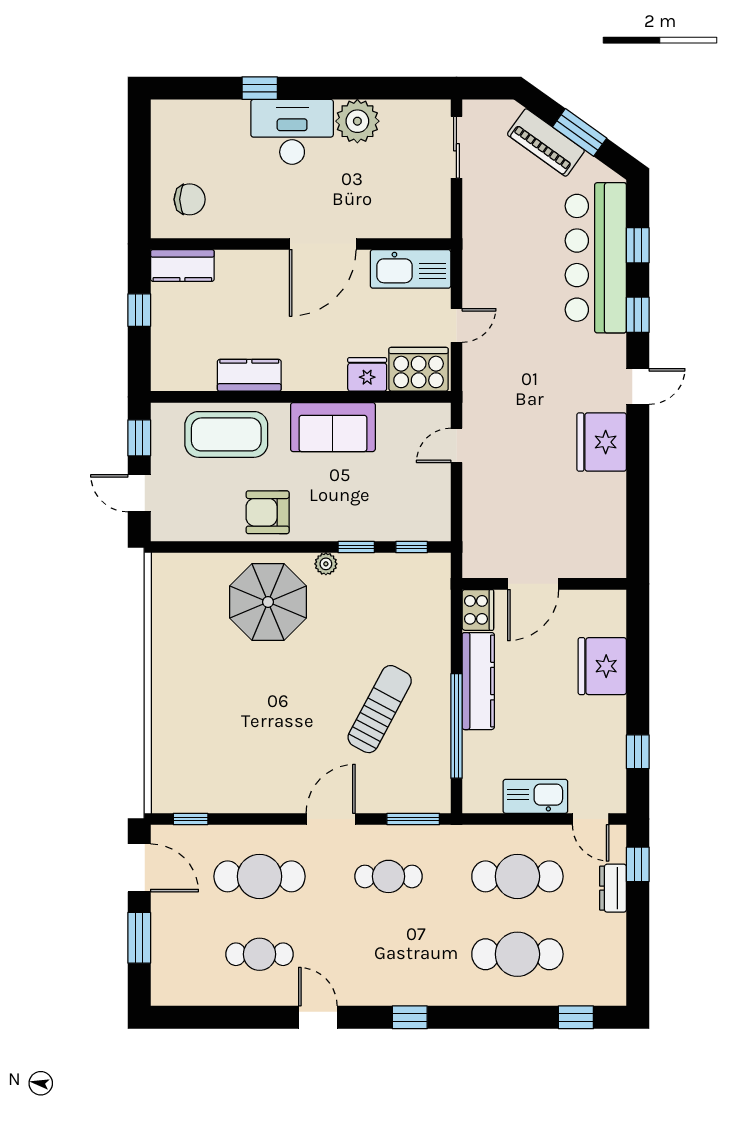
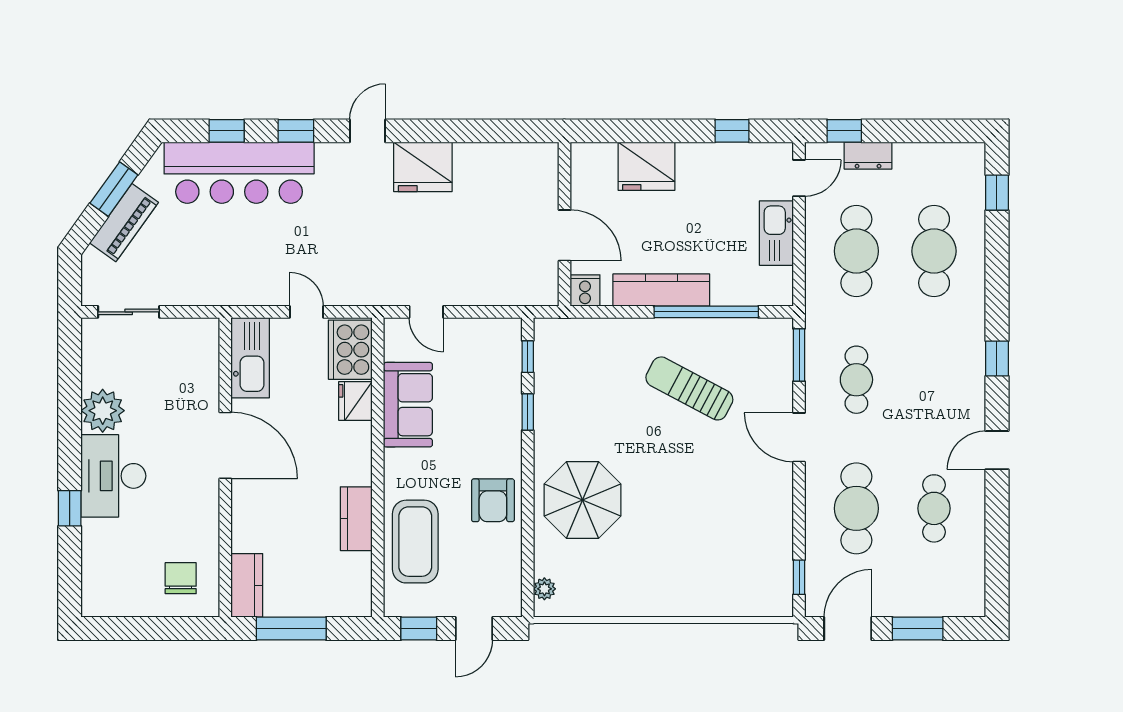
window: (139, 310) -> (291, 628), width x2.17
door: (638, 386) -> (367, 131), hinge flipped
sofa: (333, 427) -> (408, 405), moved
plant: (326, 564) -> (544, 589), moved
cooker: (478, 610) -> (585, 290), width x0.73

